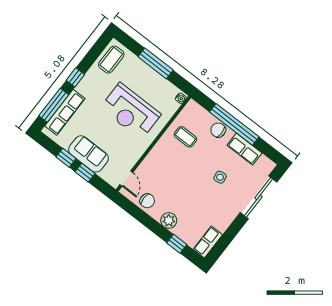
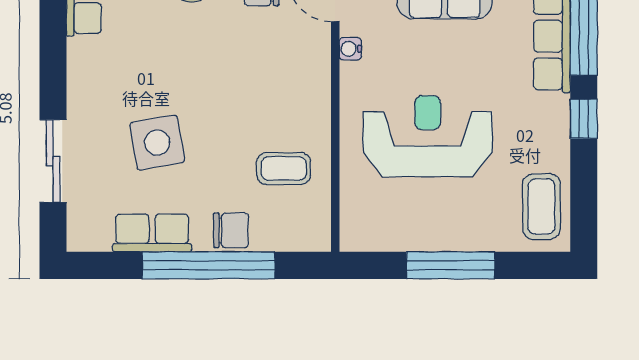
water cooler: (181, 98) -> (350, 49), moved
side table: (220, 177) -> (157, 143), width x1.87, depth x1.87
sliding door: (258, 197) -> (53, 161), width x0.73

